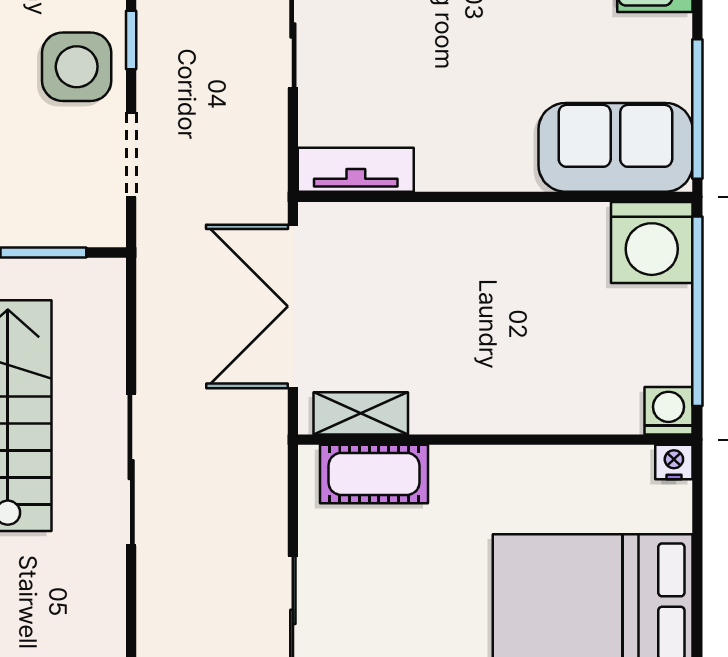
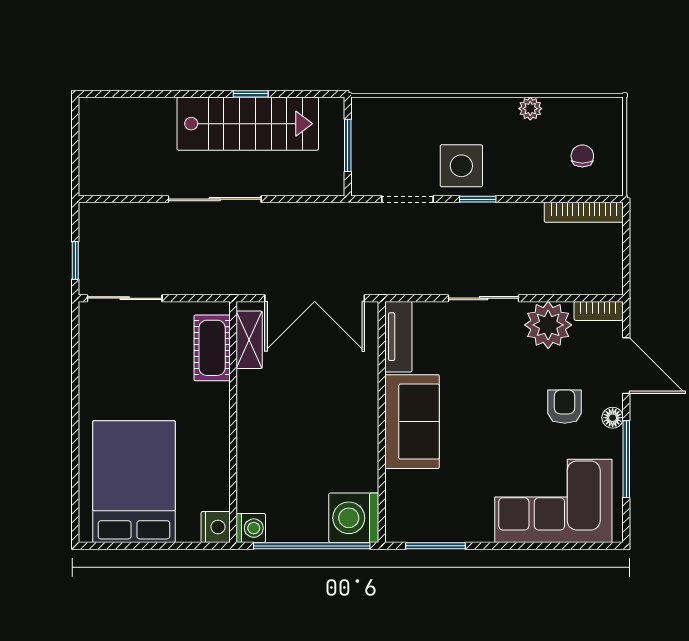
window: (697, 109) -> (436, 546), width x0.69
sofa: (615, 147) -> (412, 422), moved
double door: (293, 306) -> (315, 298), swing flipped
nightstand: (674, 462) -> (216, 527), width x1.39, depth x1.35

